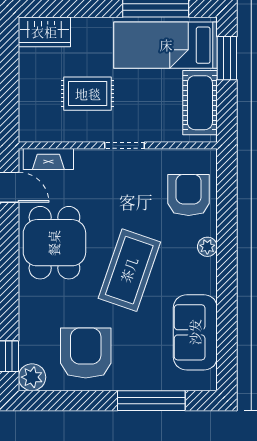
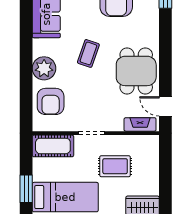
cot: (200, 103) -> (53, 146), moved, turned 90
plant: (207, 247) -> (44, 68), width x1.88, depth x1.88
coffee table: (129, 270) -> (88, 53), width x0.54, depth x0.58

